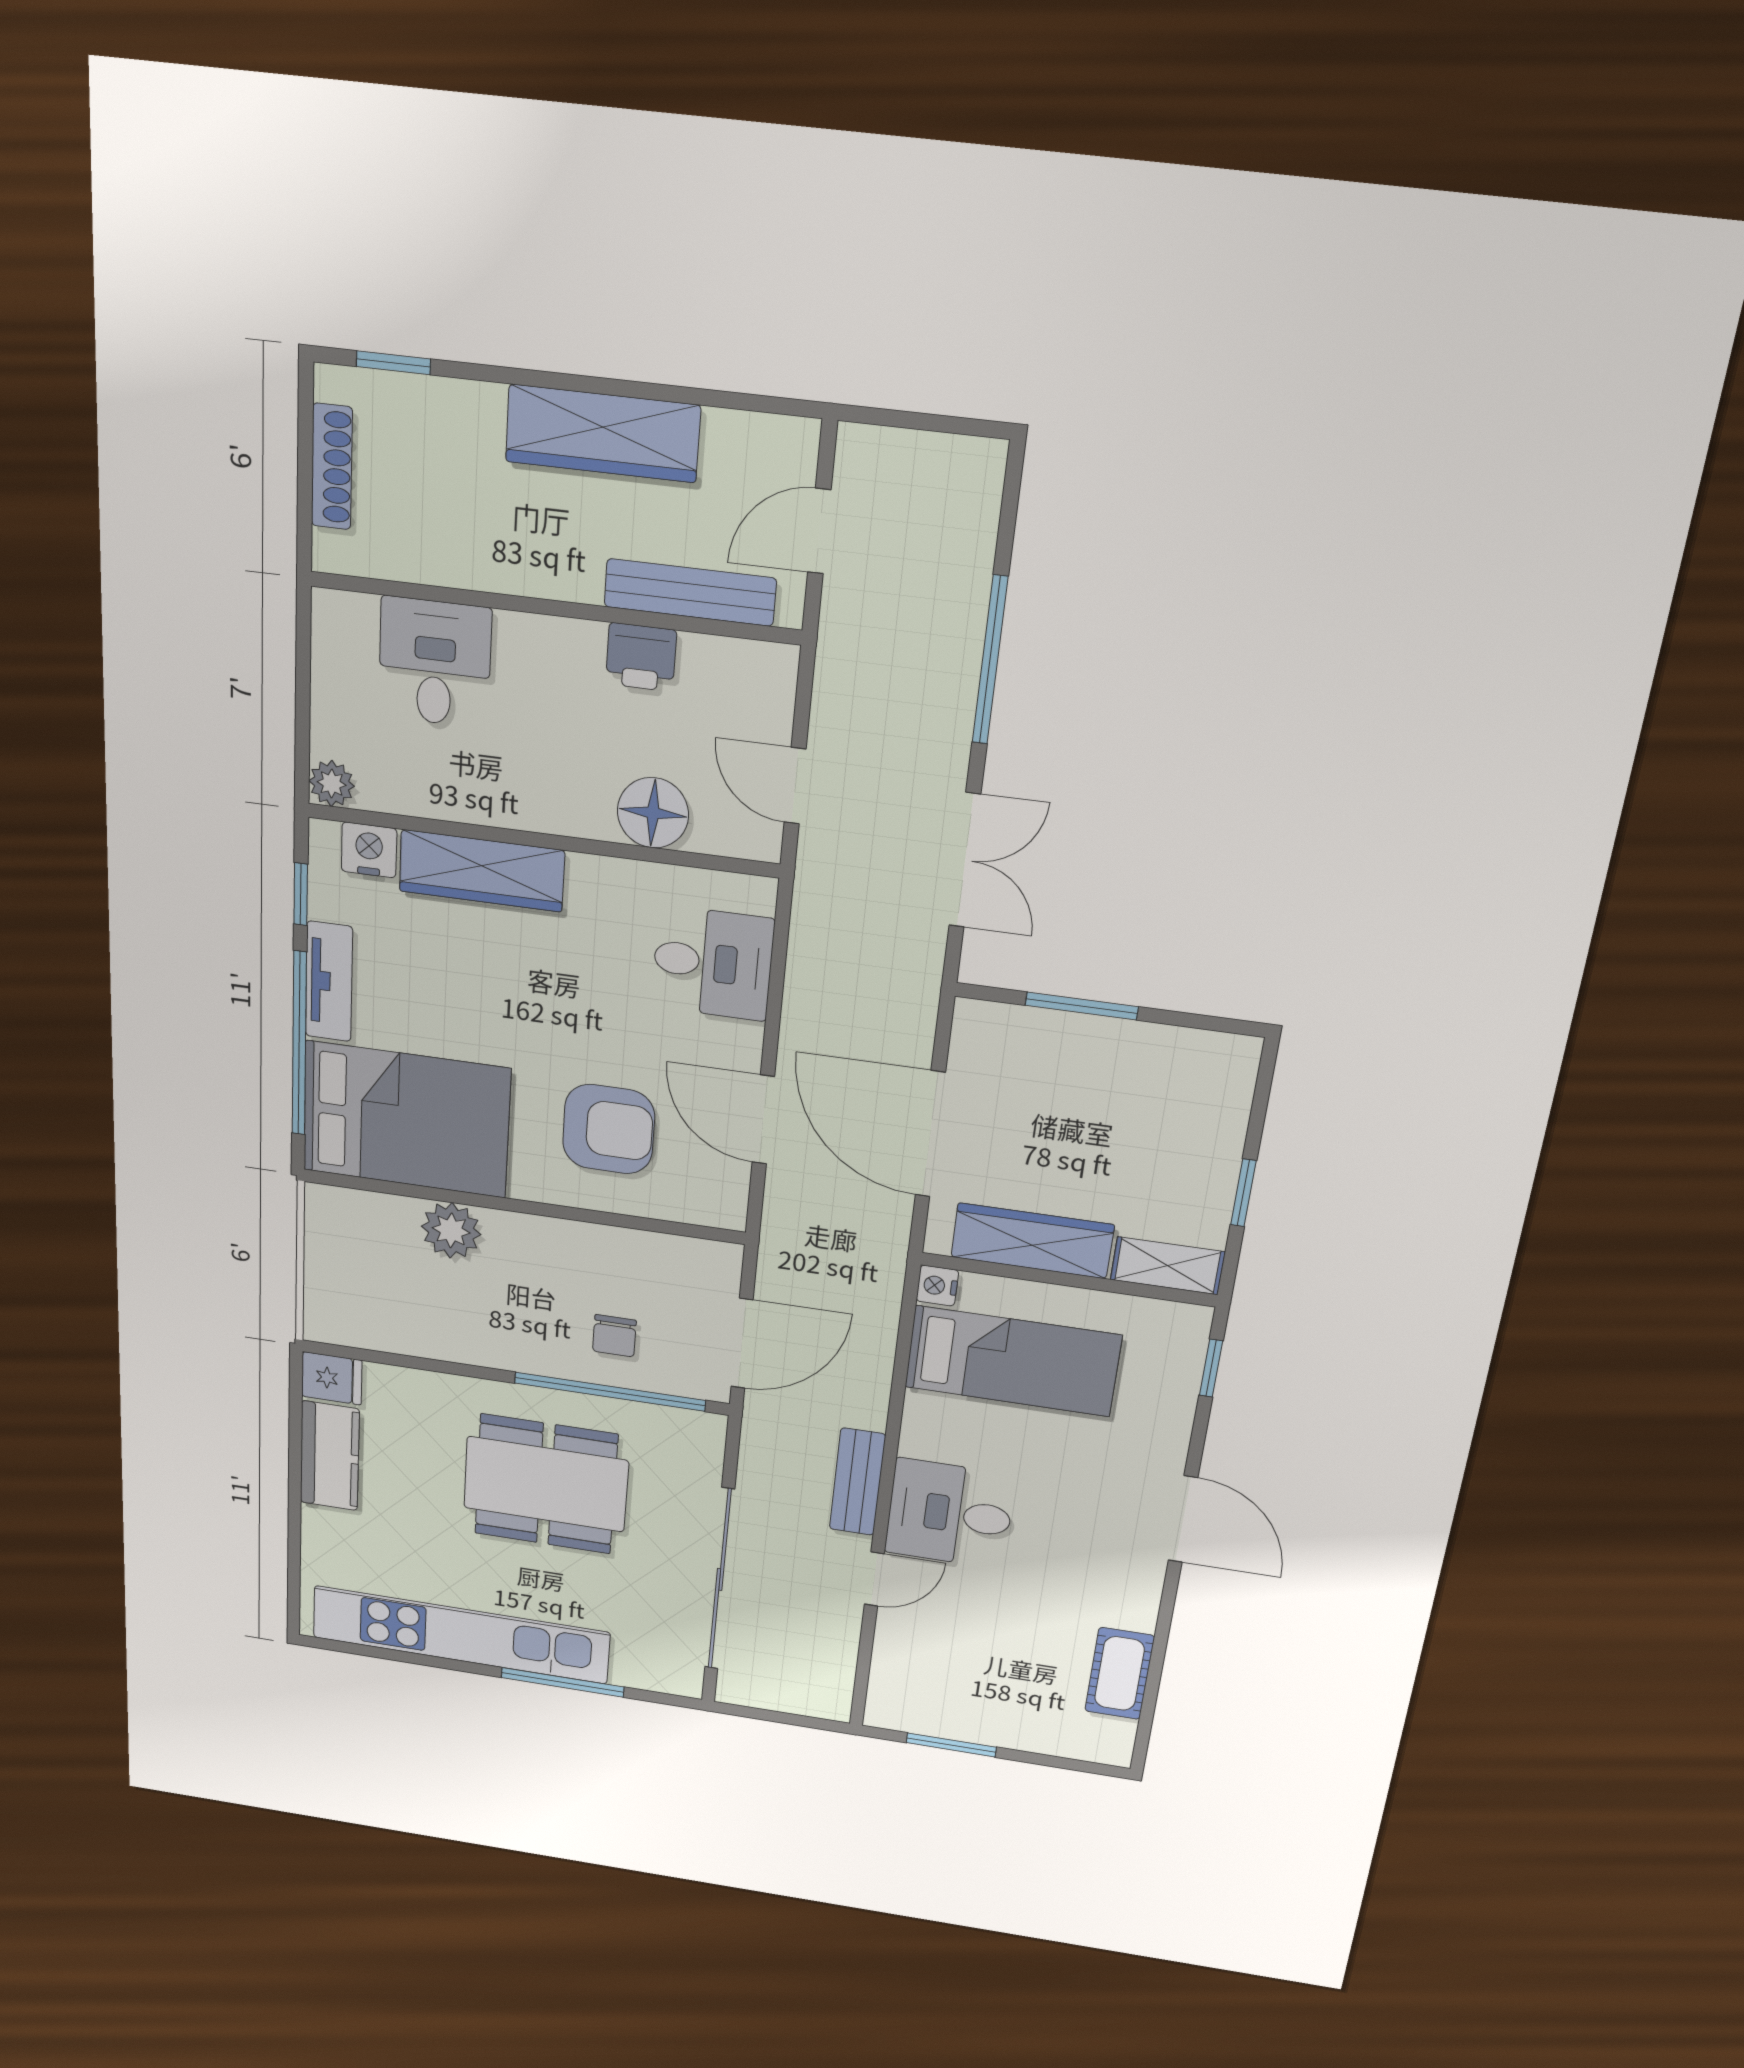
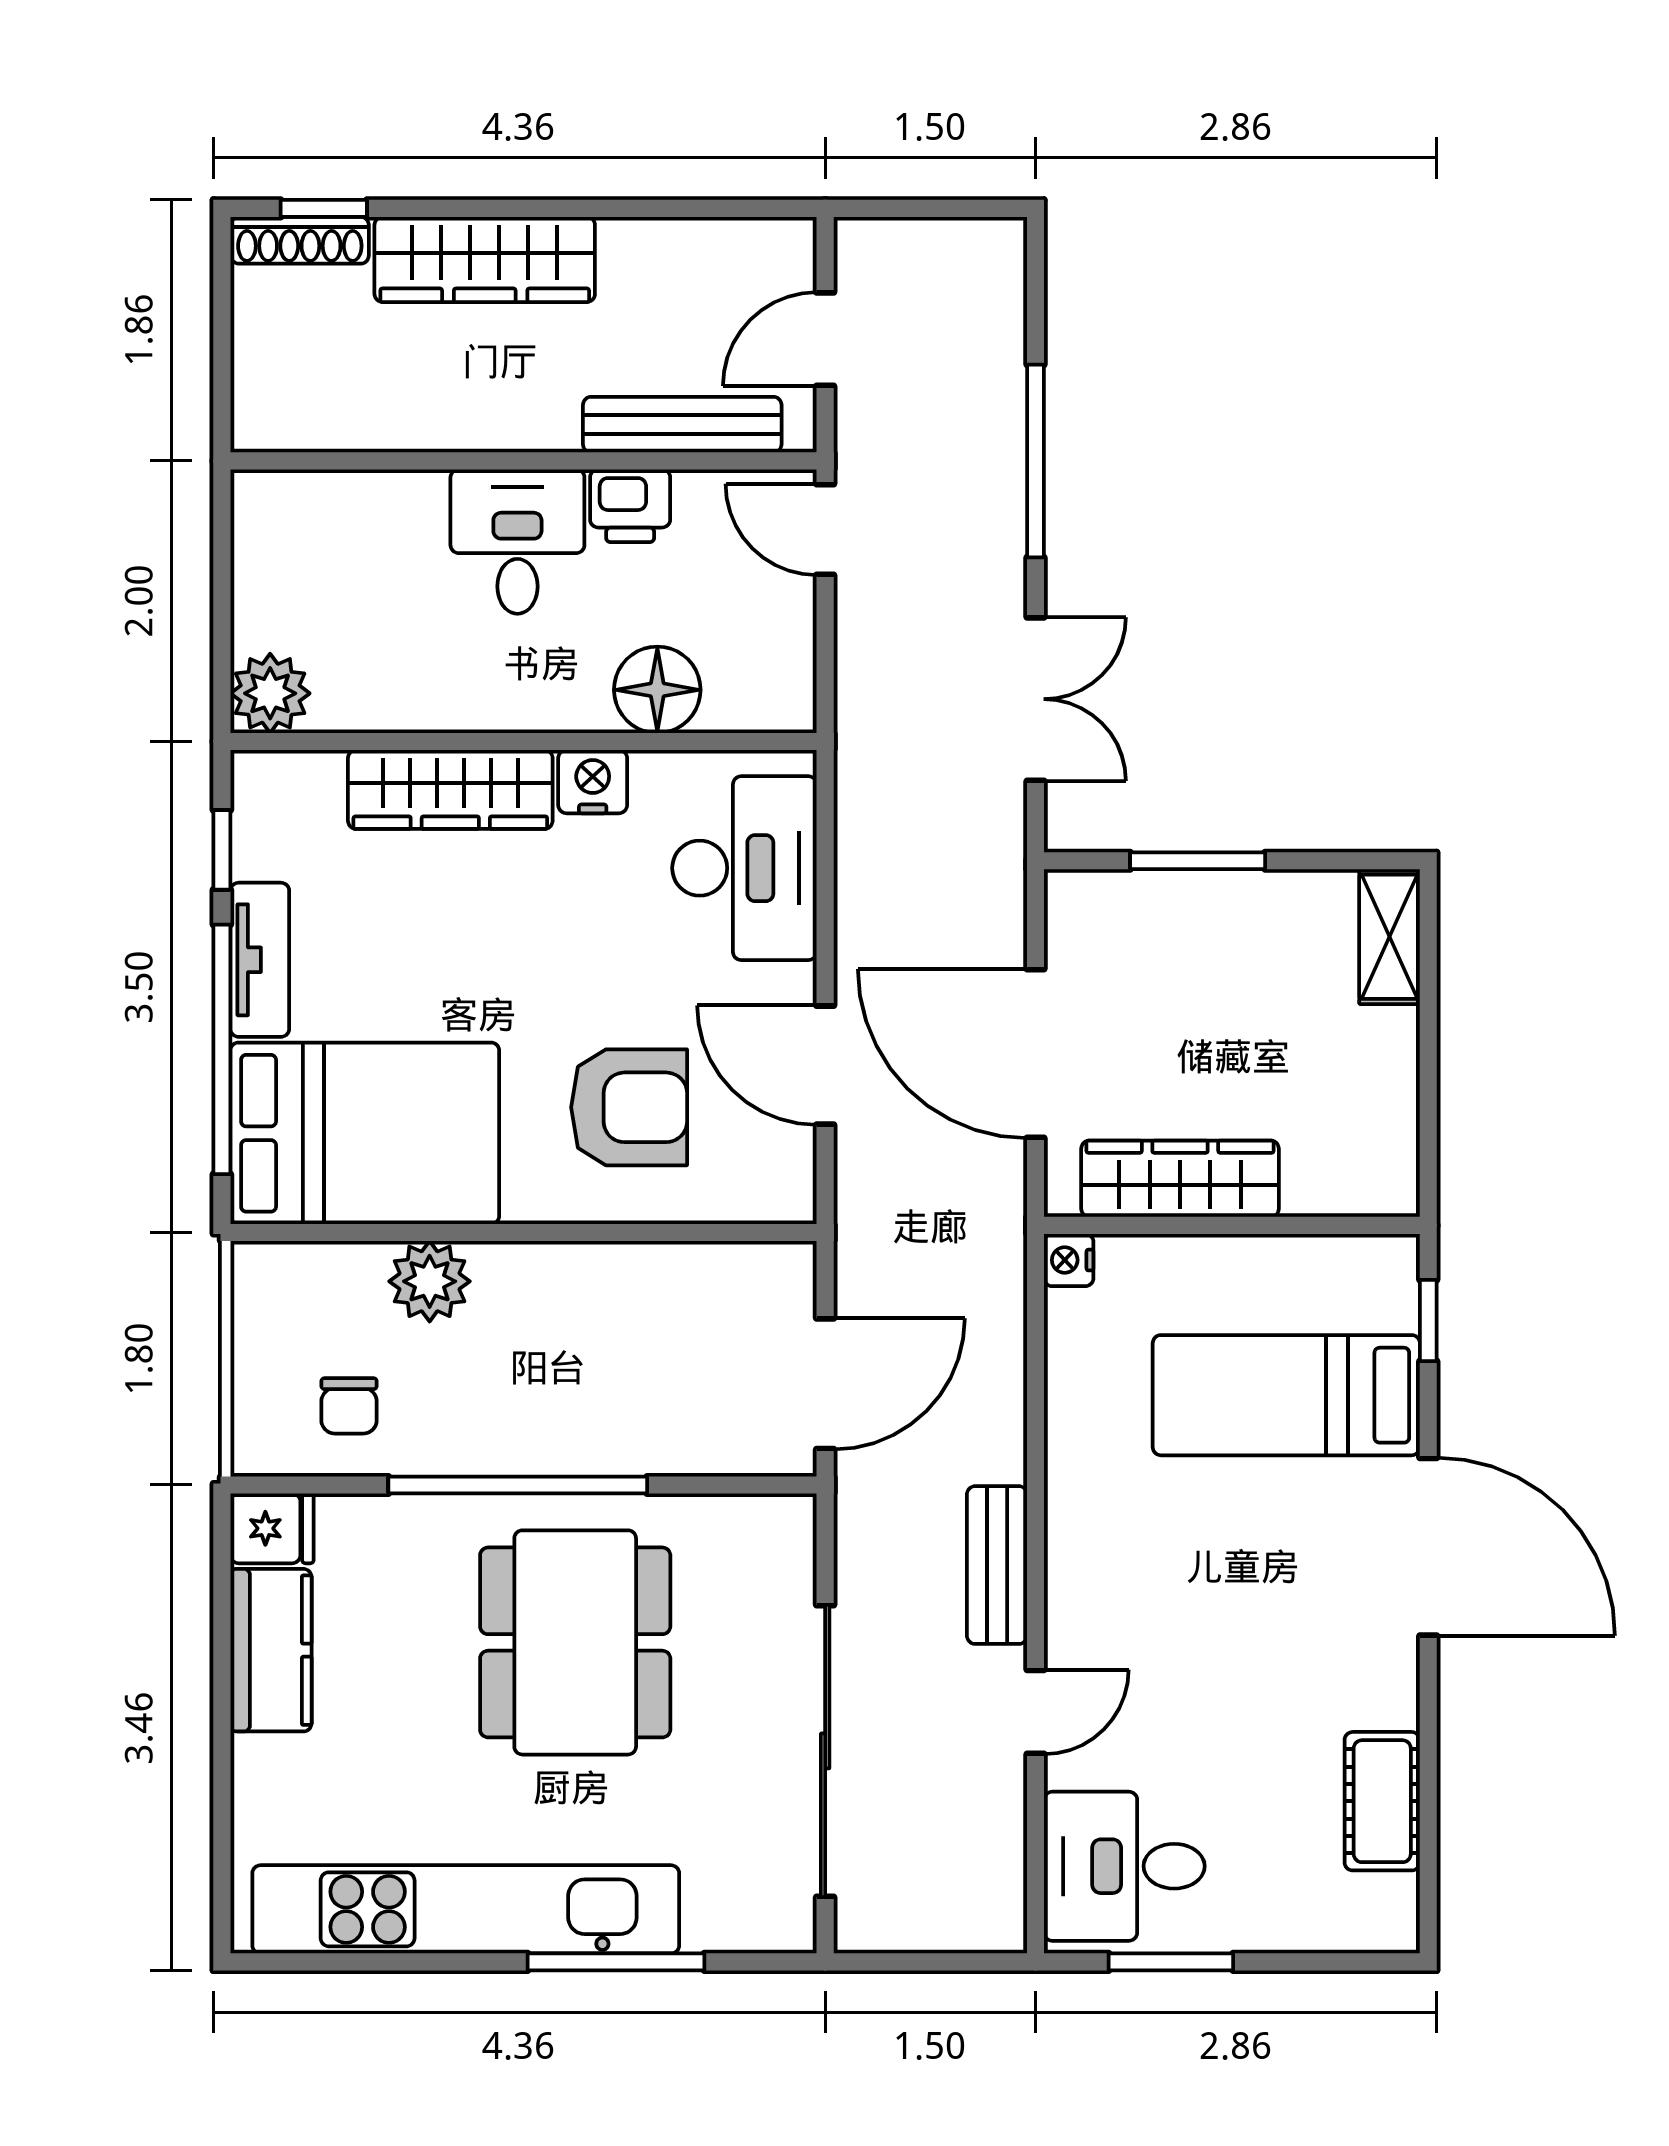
wardrobe: (603, 433) -> (485, 259), moved
shoe rack: (332, 467) -> (300, 240), moved, turned 90
desk: (435, 662) -> (517, 542), moved
plant: (332, 783) -> (270, 693), width x1.38, depth x1.38
door: (795, 786) -> (825, 529), moved
nightstand: (369, 850) -> (593, 782), moved
desk: (713, 963) -> (744, 868), width x1.37
window: (1243, 1193) -> (1428, 1074), removed
shelving: (1168, 1266) -> (1389, 937), moved, turned 90
chair: (614, 1336) -> (349, 1406), moved
bed: (1013, 1361) -> (1286, 1395), moved, turned 180
window: (610, 1392) -> (518, 1485), moved
dining table: (546, 1484) -> (575, 1642), turned 90
desk: (950, 1514) -> (1124, 1866), moved
door: (1183, 1519) -> (1428, 1547), width x1.36

